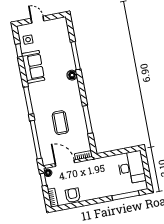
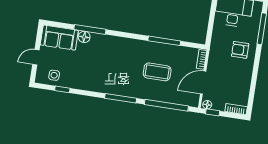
sofa: (33, 67) -> (59, 38), moved, turned 180
floor lamp: (72, 75) -> (84, 37), moved
armchair: (73, 195) -> (240, 50), moved

